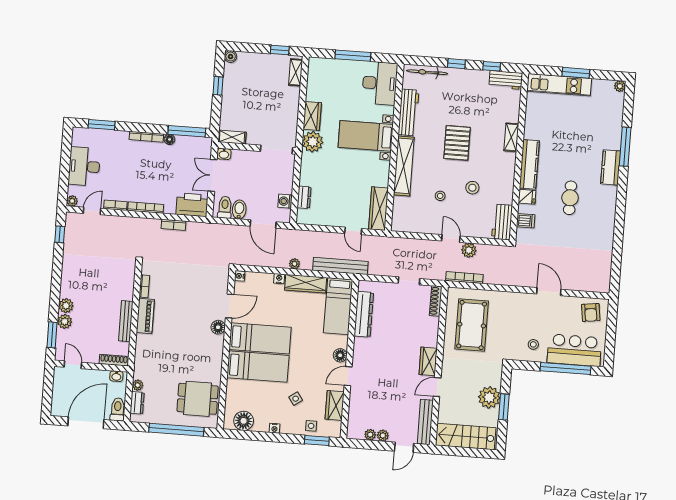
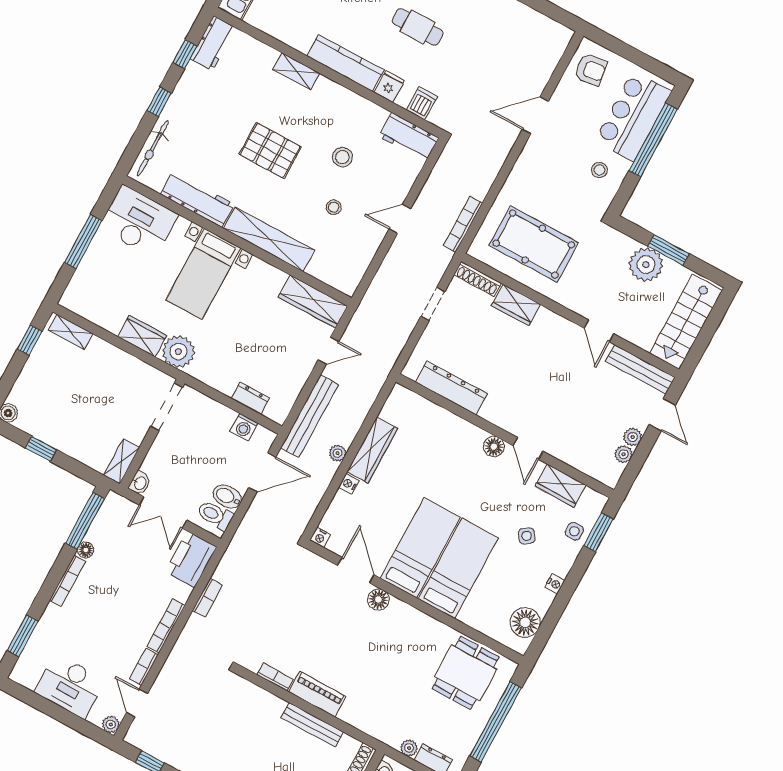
plant: (469, 250) -> (428, 201), removed
bench: (340, 266) -> (310, 416), moved
bed: (338, 306) -> (424, 419), removed
wardrobe: (428, 361) -> (516, 305), moved

